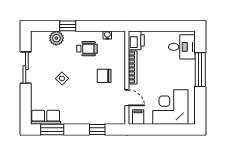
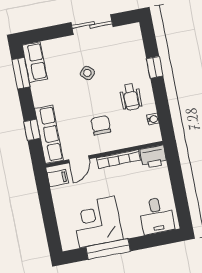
plant: (56, 38) -> (137, 56), removed
window: (200, 70) -> (108, 249), moved
corner desk: (170, 107) -> (97, 222), moved, turned -90
row of seats: (103, 117) -> (49, 134), added

